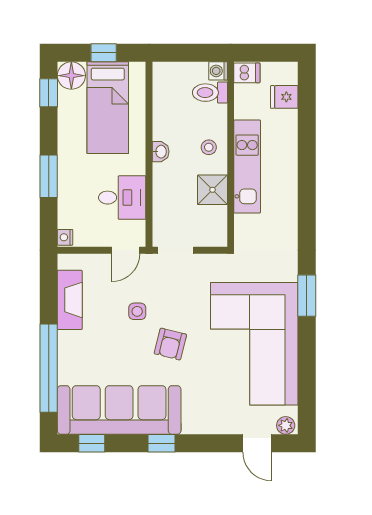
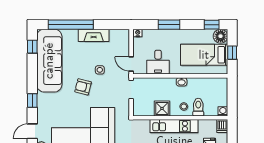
toilet: (210, 93) -> (198, 107), moved
fireplace: (70, 300) -> (94, 35), moved
window: (162, 443) -> (32, 101), moved

